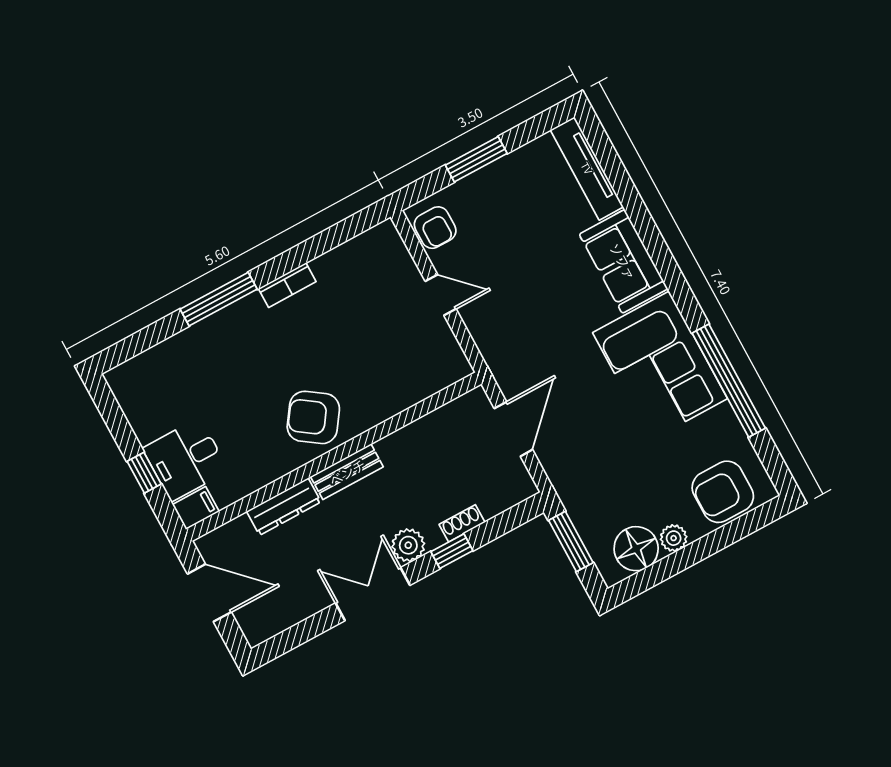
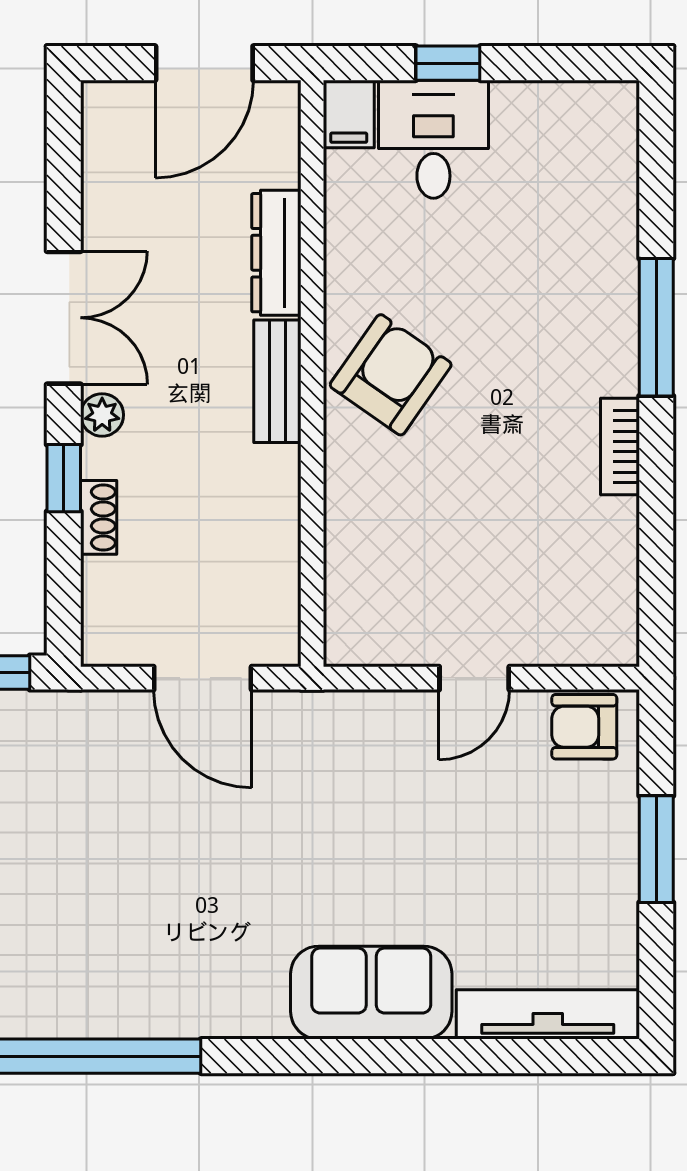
corner sofa: (660, 366) -> (177, 961), removed
plant: (408, 545) -> (102, 415), width x0.73, depth x0.73

